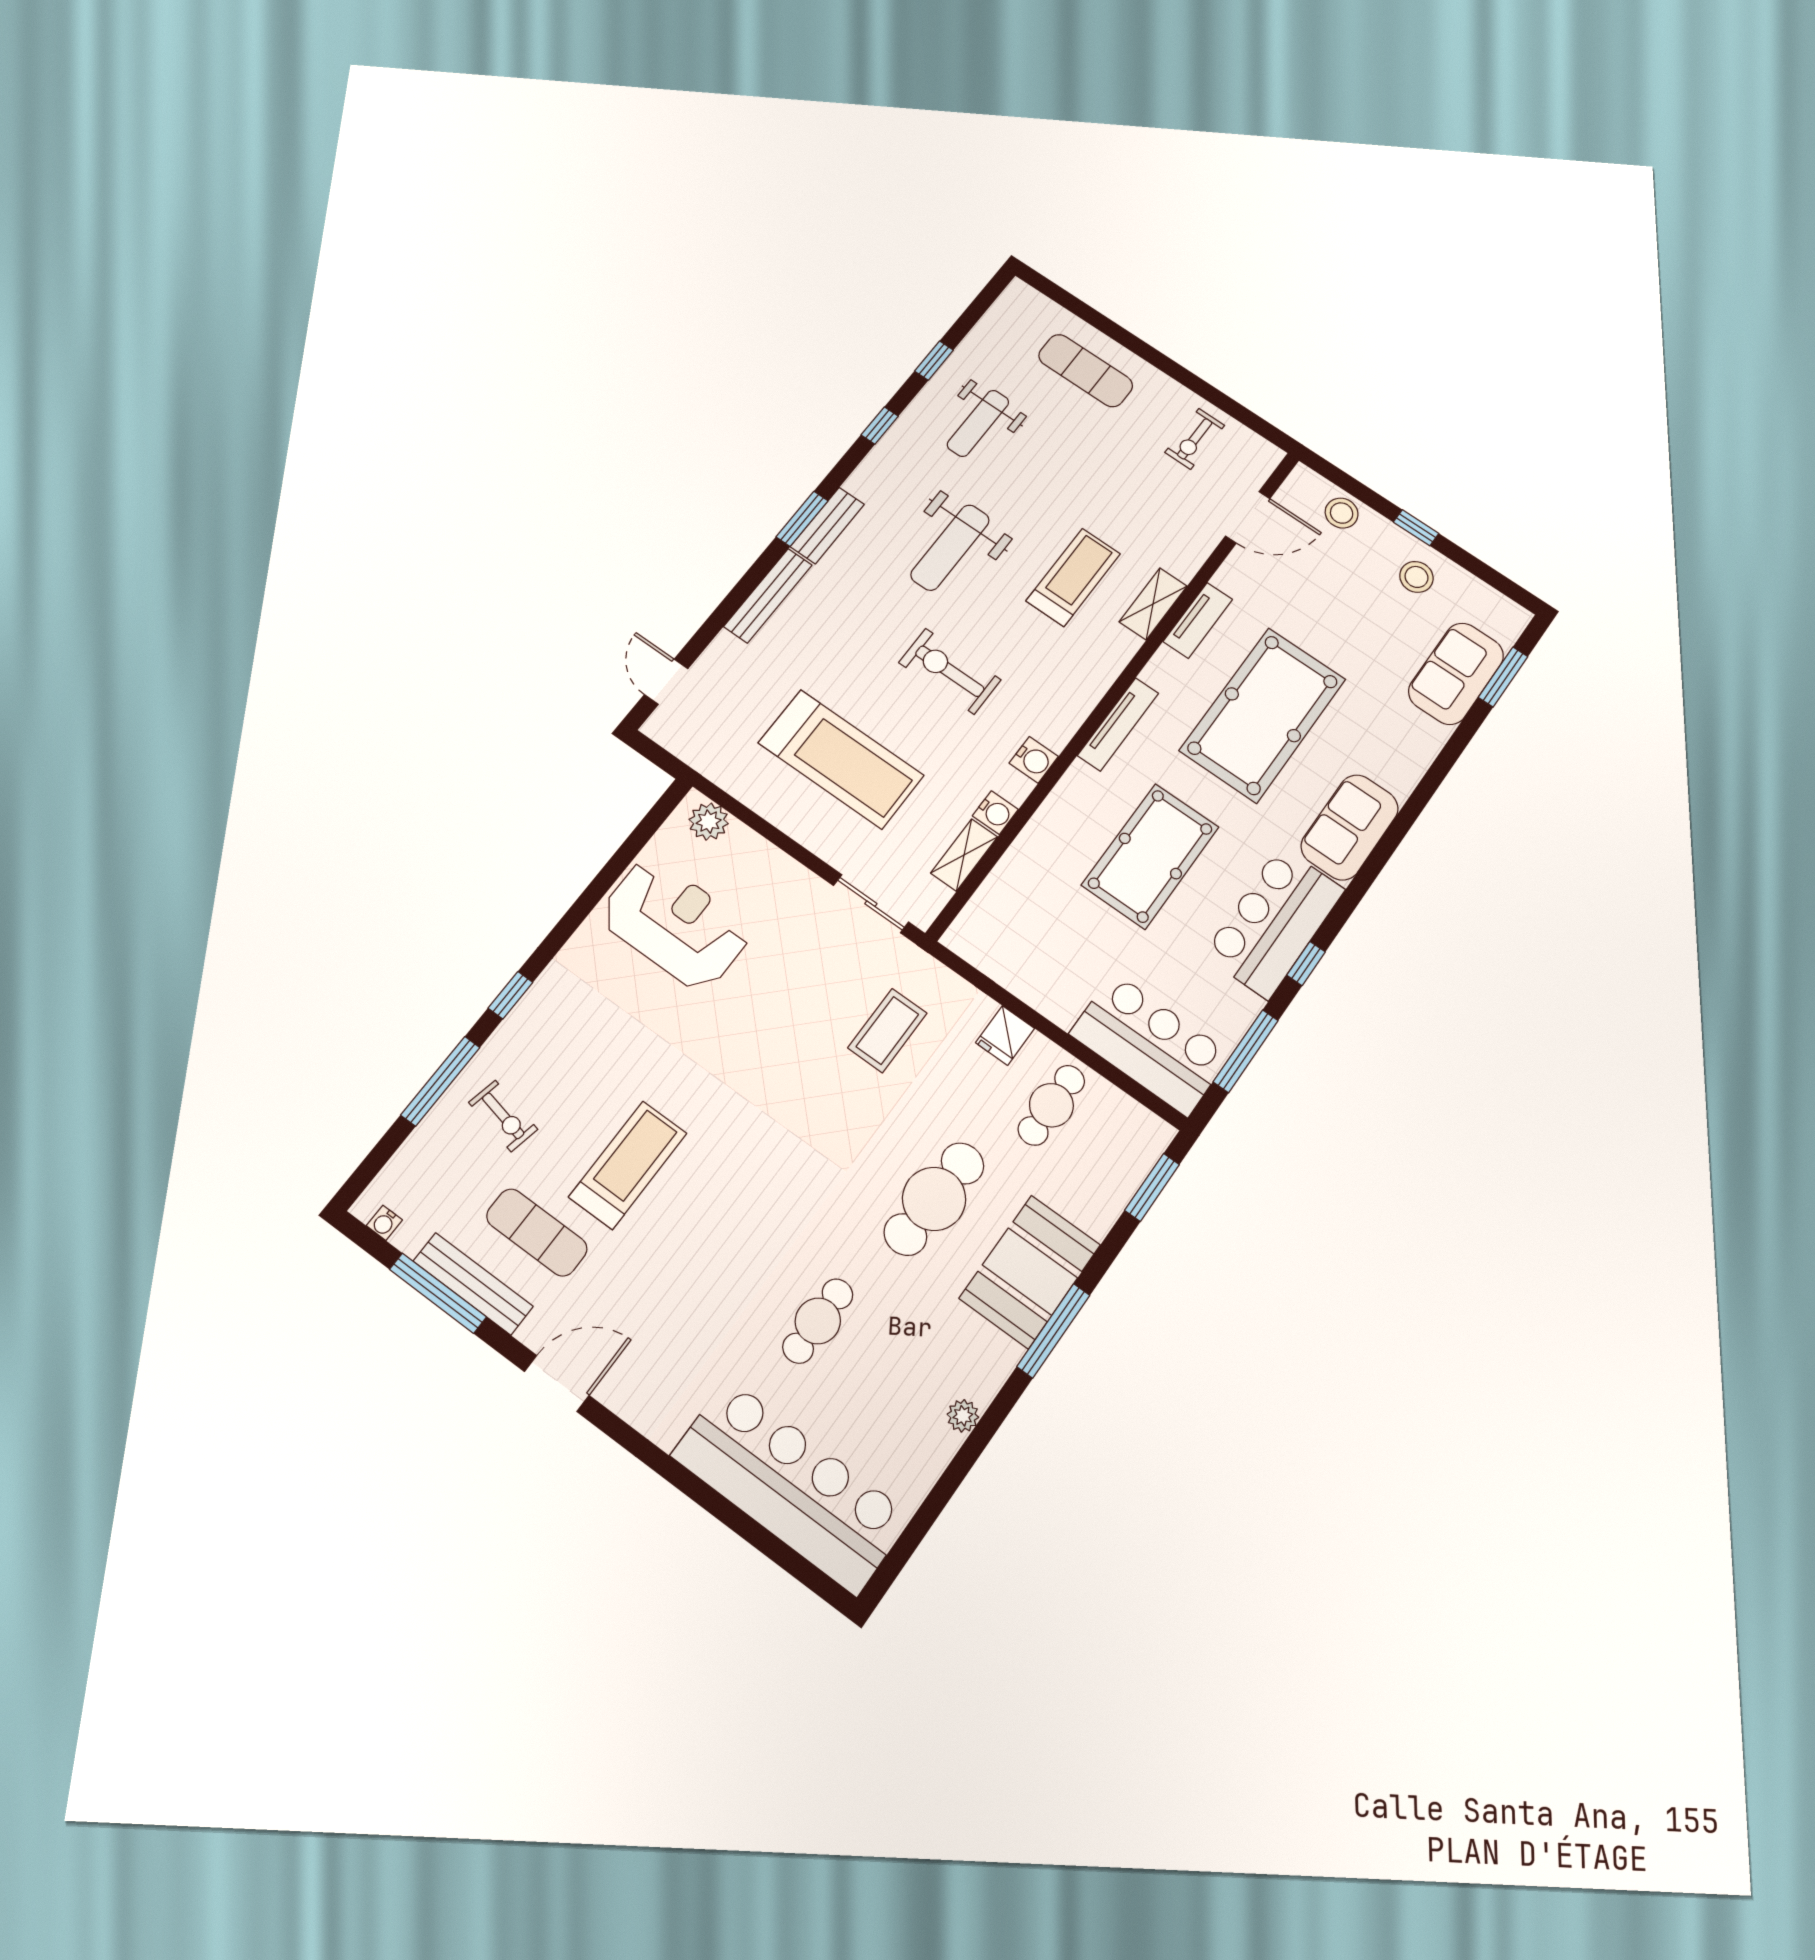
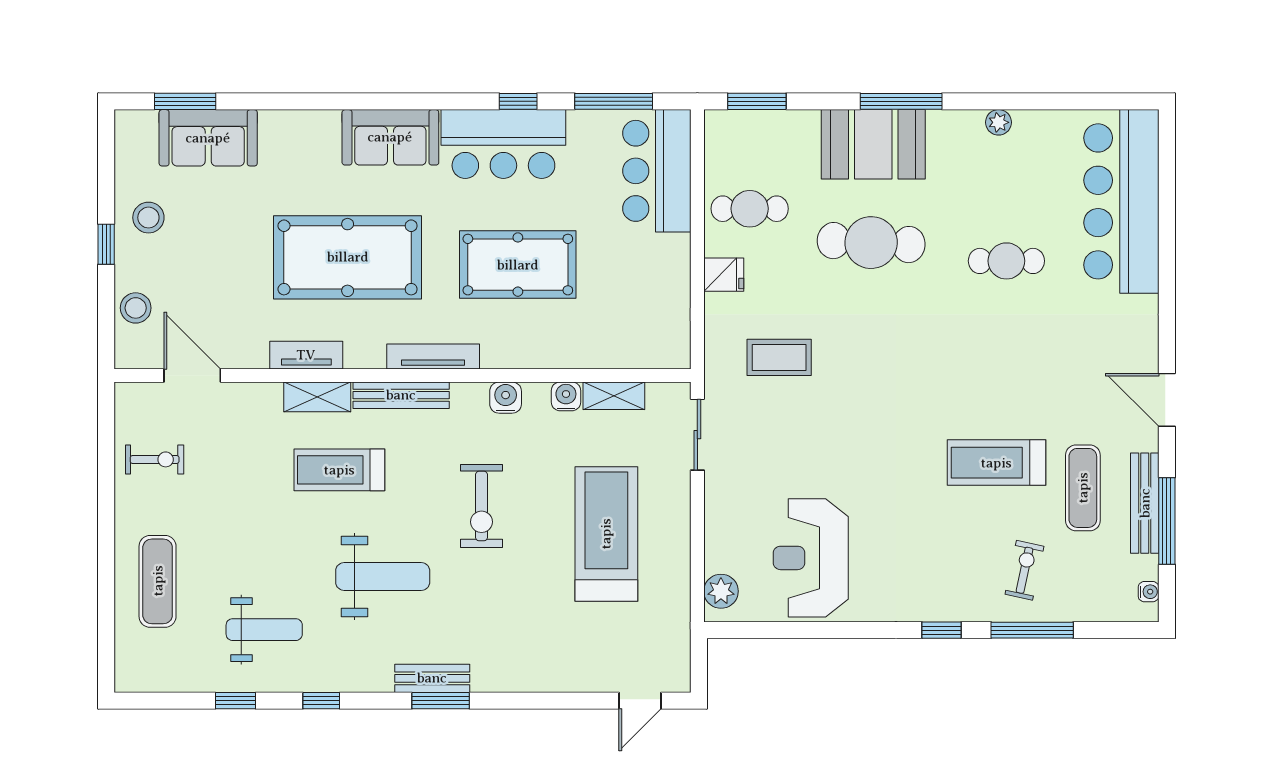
bench: (768, 596) -> (401, 395), moved

